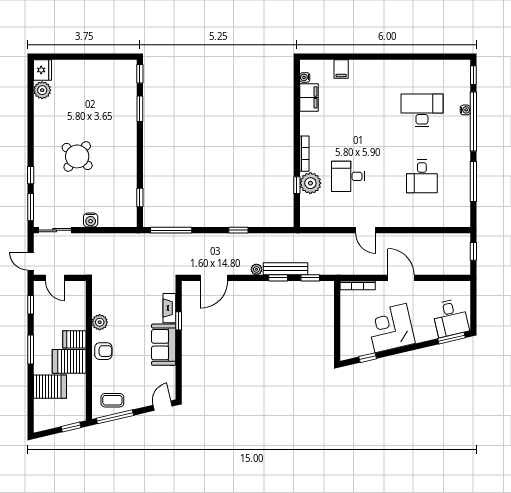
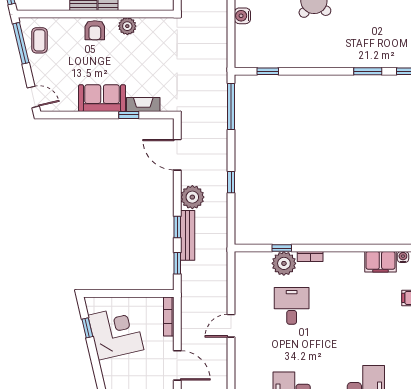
bookcase: (304, 154) -> (310, 257), width x0.64
plant: (256, 269) -> (192, 197), width x1.87, depth x1.87
door: (401, 278) -> (177, 365), hinge flipped
corner desk: (391, 328) -> (116, 332), moved

